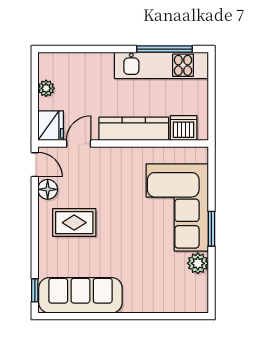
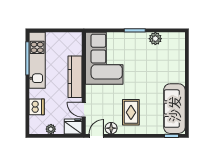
dishwasher: (184, 128) -> (37, 107), moved, turned 180
corner sofa: (177, 207) -> (104, 58), moved, turned -90

